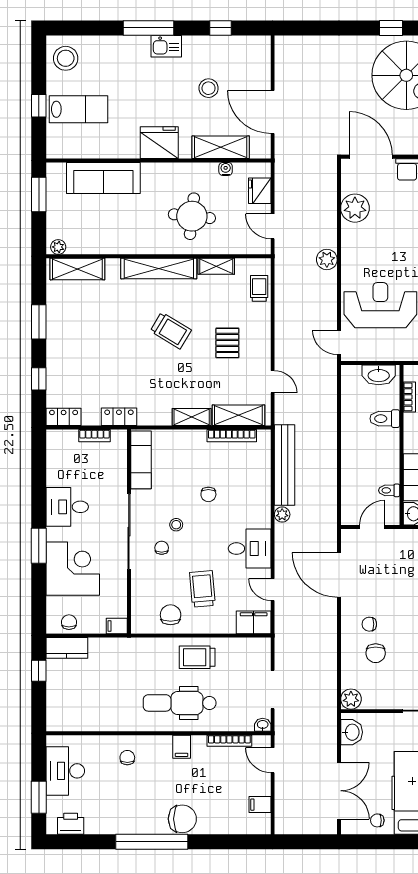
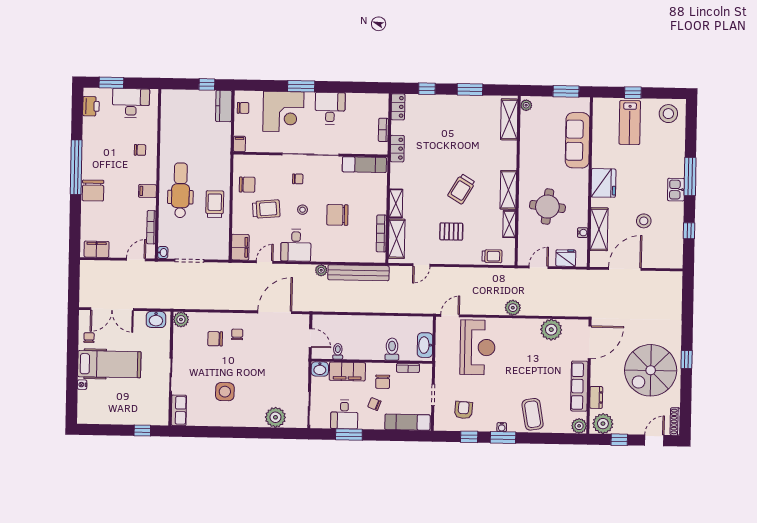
shelving: (159, 268) -> (508, 190), width x0.68
chair: (208, 494) -> (337, 215), width x1.87, depth x1.87
stool: (176, 525) -> (303, 210), moved
filing cabinet: (260, 805) -> (97, 249), width x2.00

